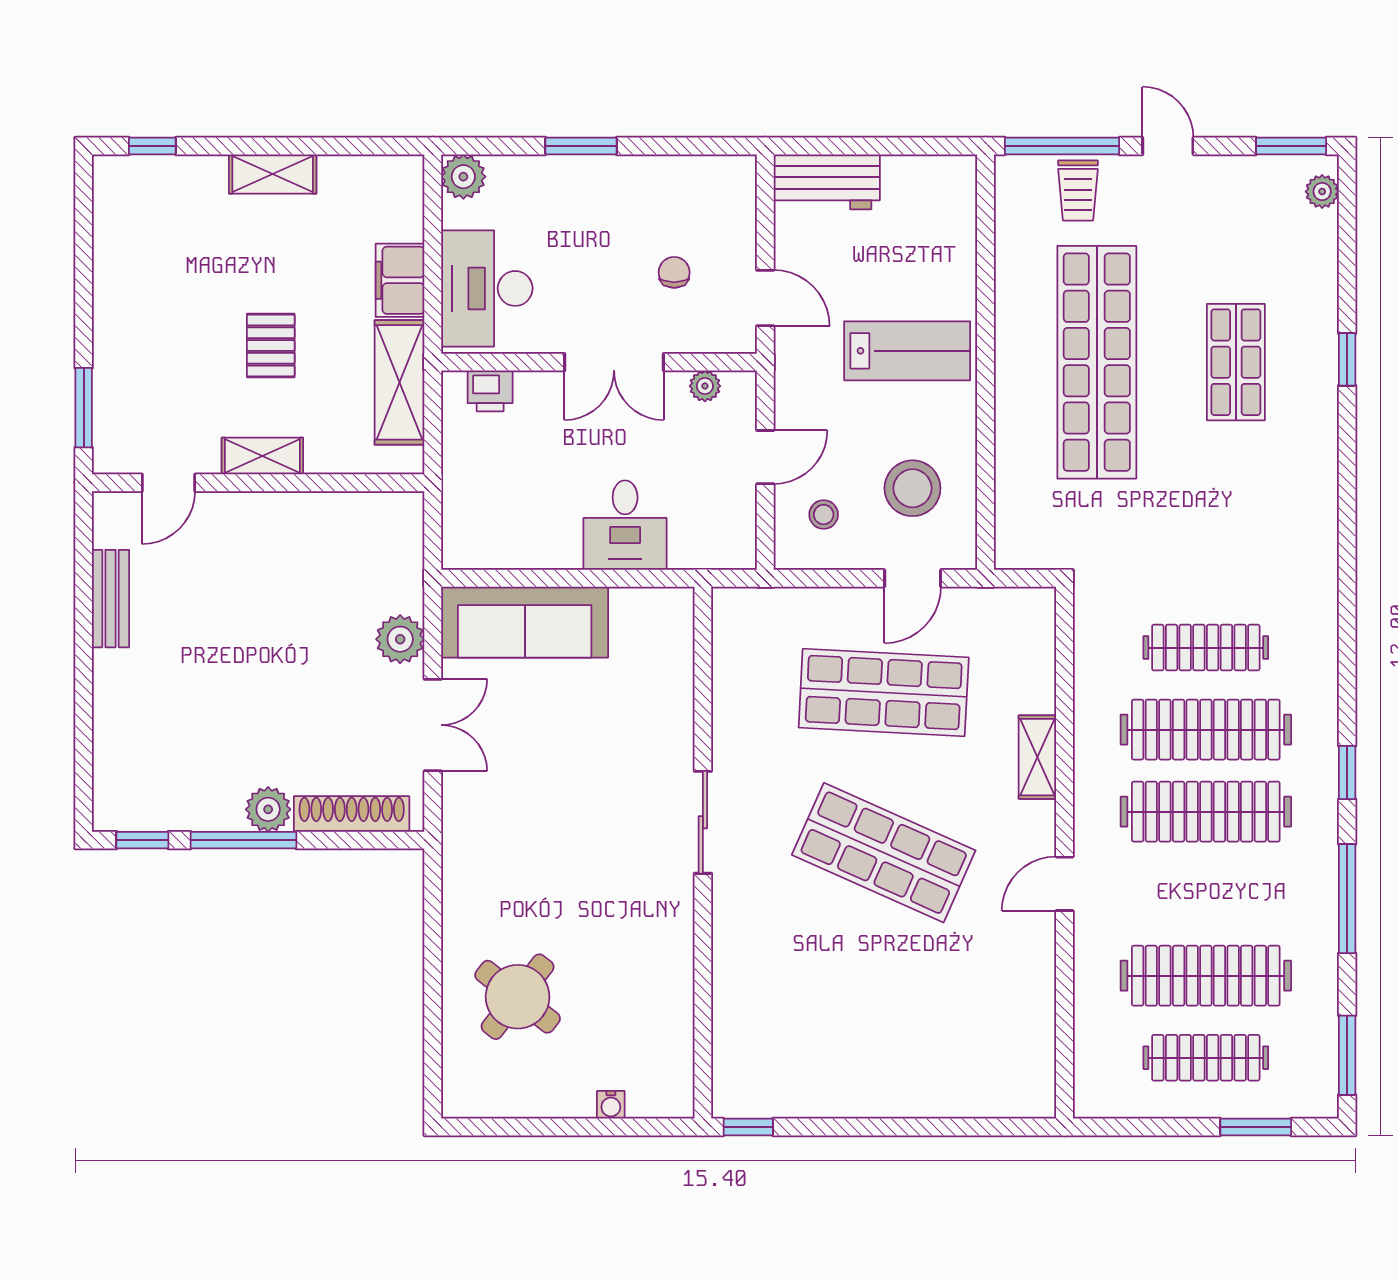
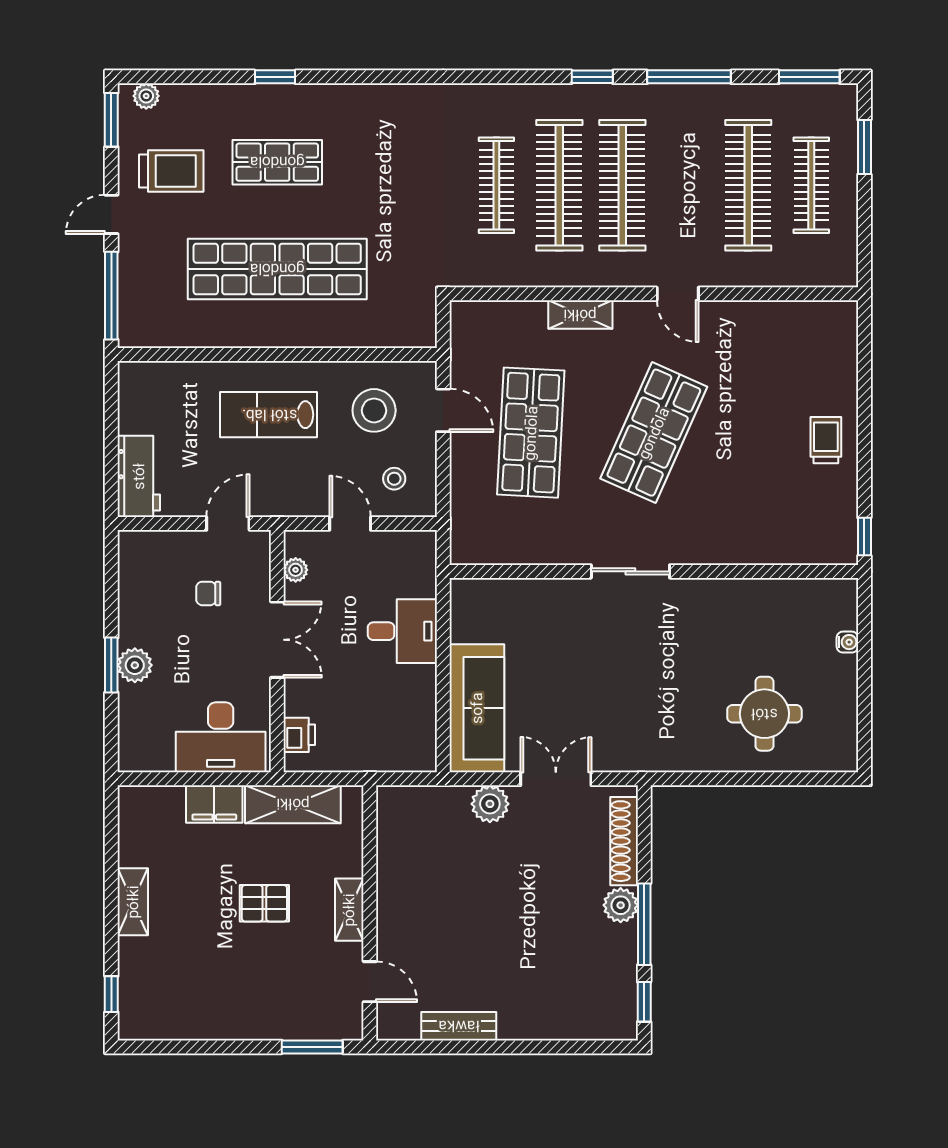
plant: (463, 177) -> (135, 665), moved
trolley: (1078, 191) -> (171, 171), moved, width x1.36, depth x1.39
lab bench: (907, 351) -> (269, 415), turned -90
round table: (518, 997) -> (764, 714), turned -38
trolley: (874, 1077) -> (826, 440), added

